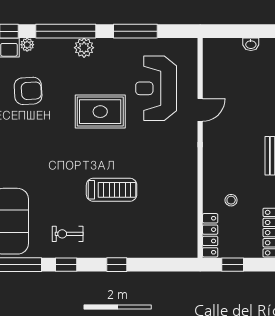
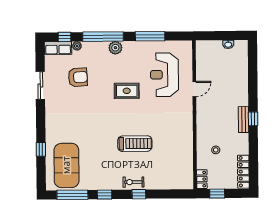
rug: (100, 112) -> (127, 91), width x0.73, depth x0.70
exercise bike: (68, 234) -> (133, 182), moved
locker: (210, 235) -> (202, 179), width x0.66

